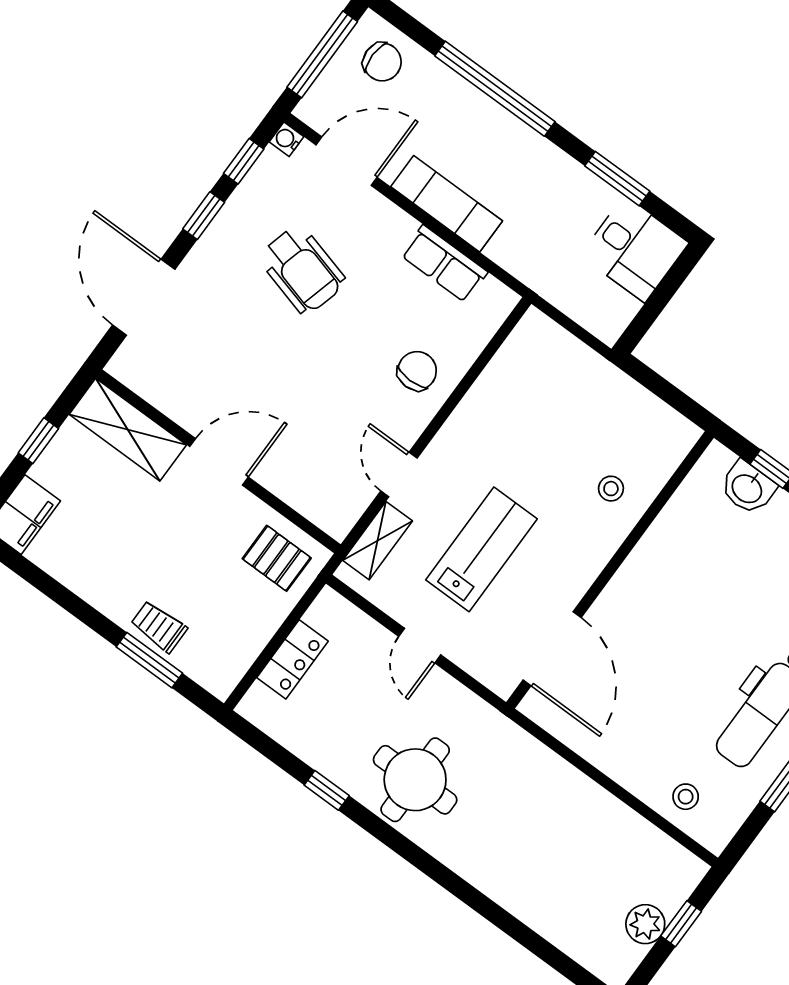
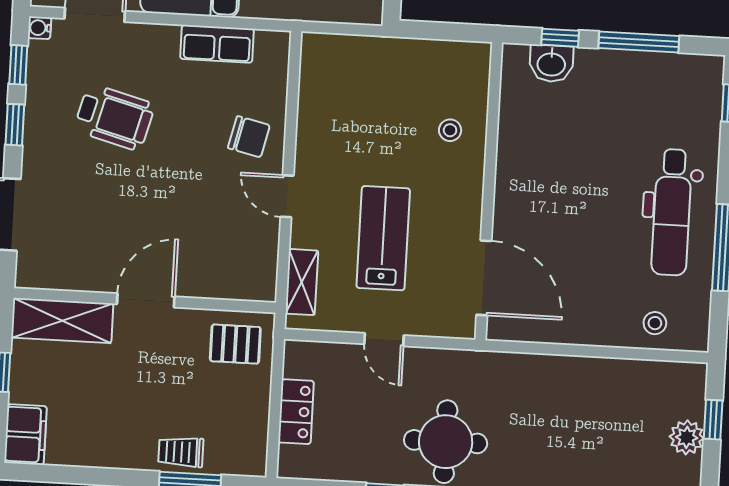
chair: (417, 371) -> (249, 137), turned 103
door: (399, 475) -> (287, 196), moved

